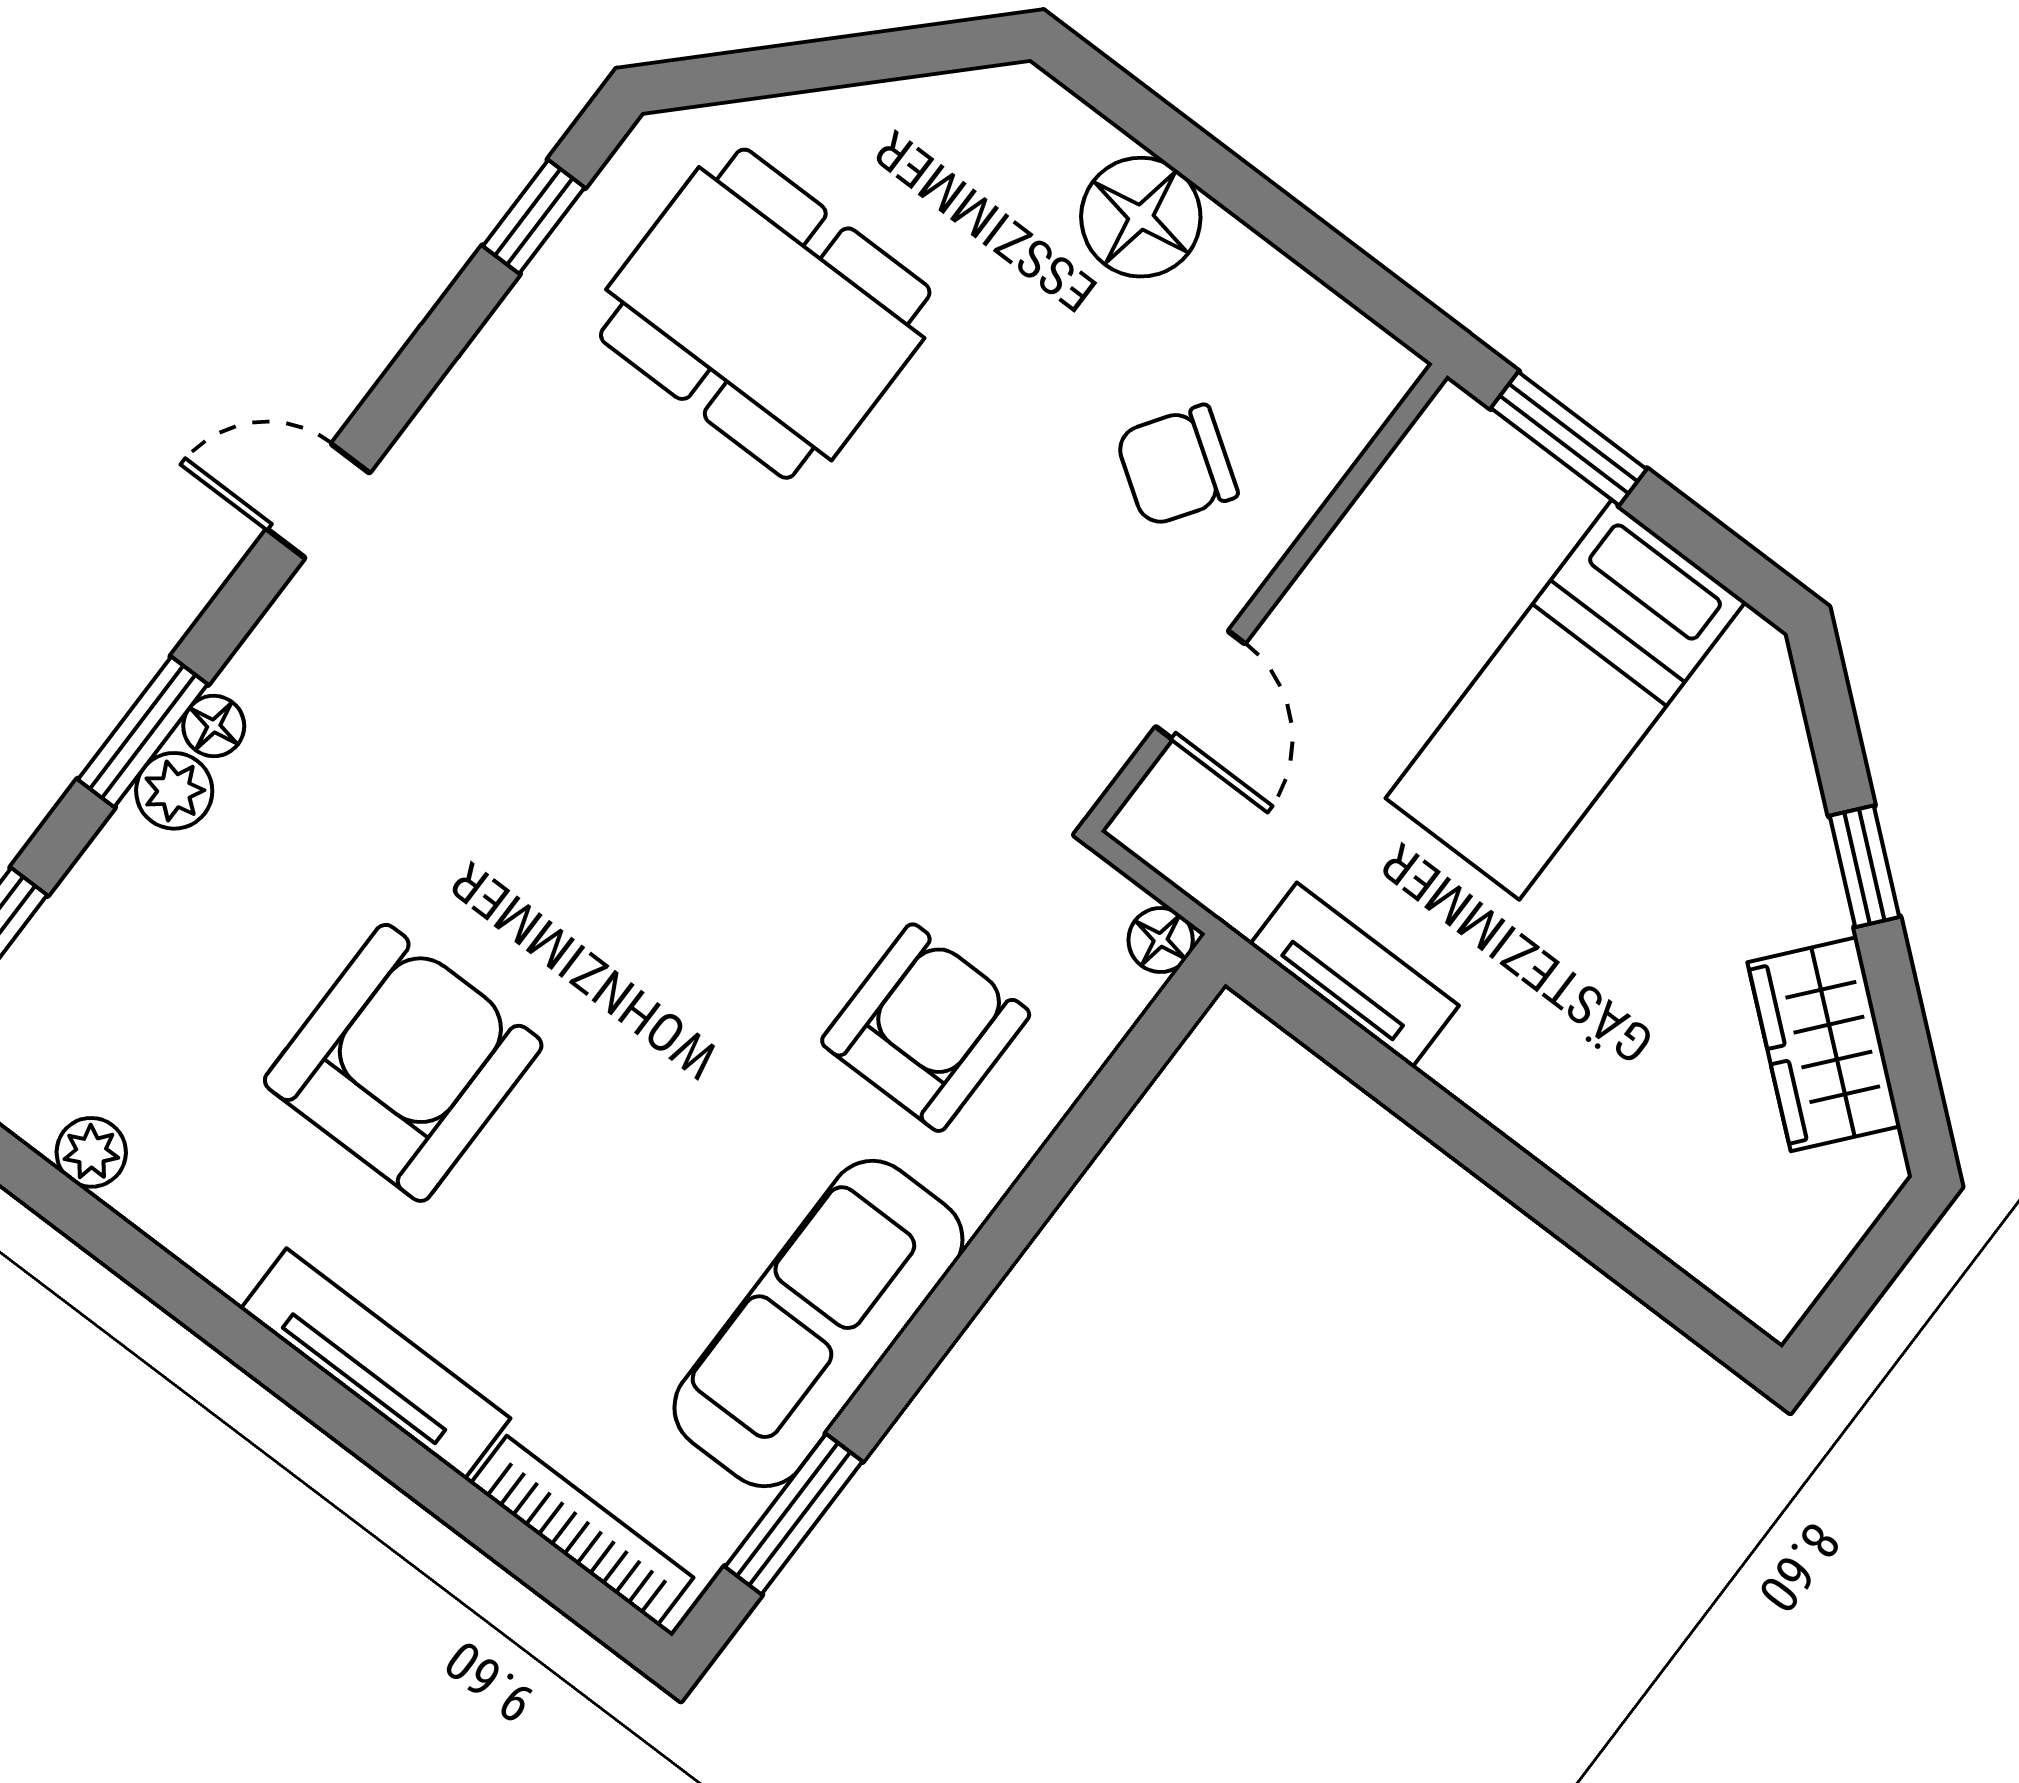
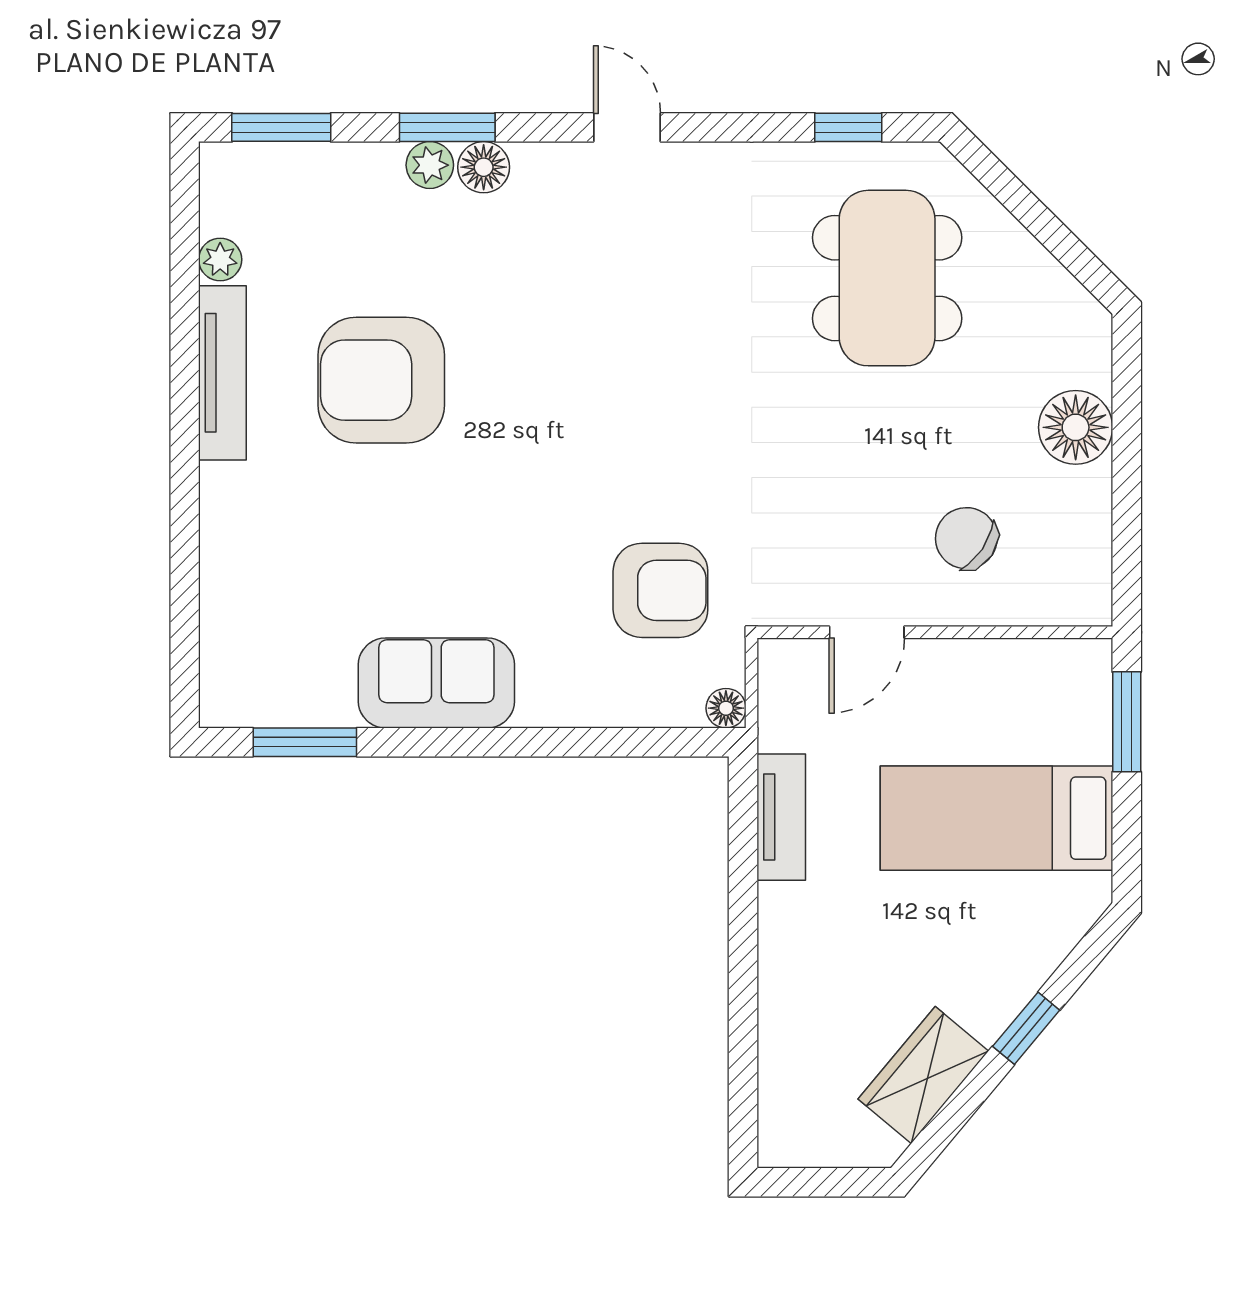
floor lamp: (214, 726) -> (484, 167), width x1.37, depth x1.37
armchair: (926, 1028) -> (660, 590), moved
armchair: (403, 1063) -> (381, 380), turned 180
sofa: (818, 1324) -> (436, 683), width x0.73
tv unit: (376, 1364) -> (222, 373), moved
bookcase: (582, 1530) -> (217, 644), removed

